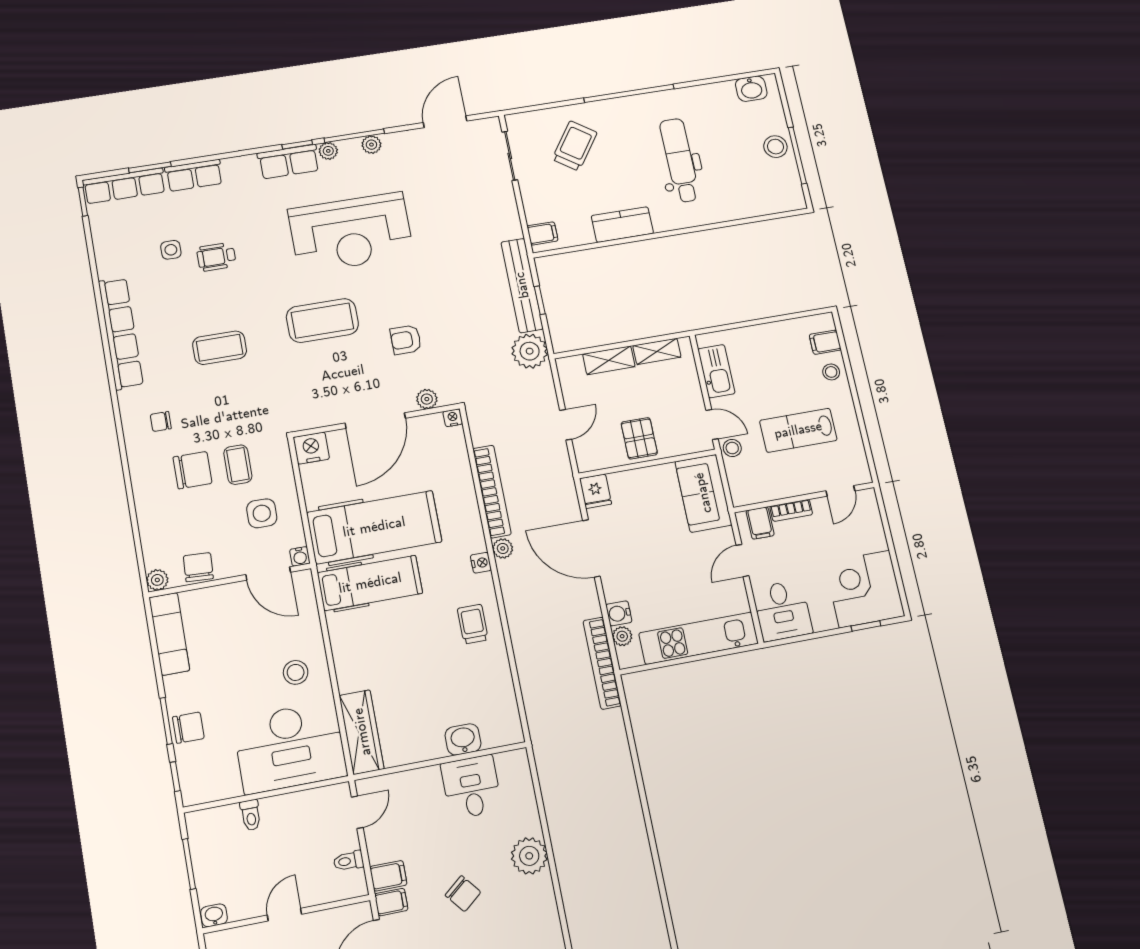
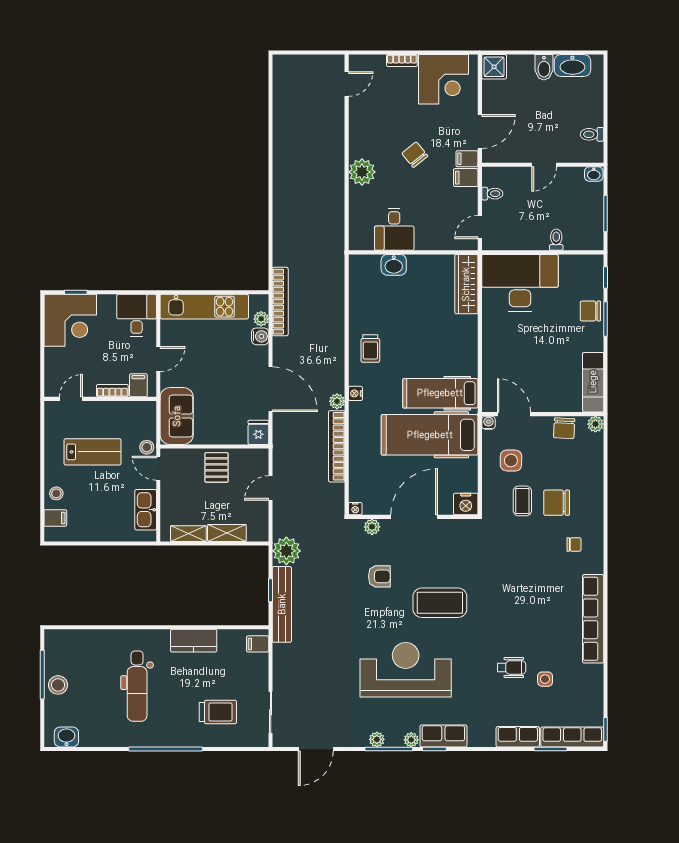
trolley: (575, 146) -> (218, 712), turned -125
coffee table: (220, 348) -> (521, 595), removed
stool: (296, 672) -> (506, 337), removed

